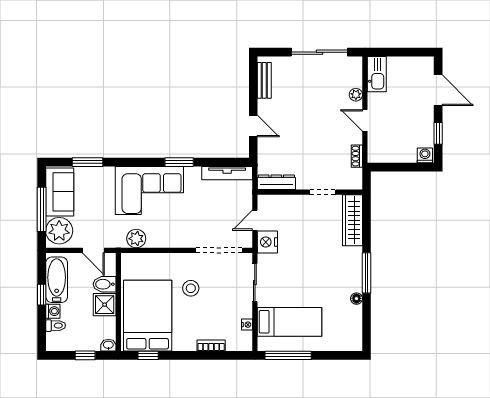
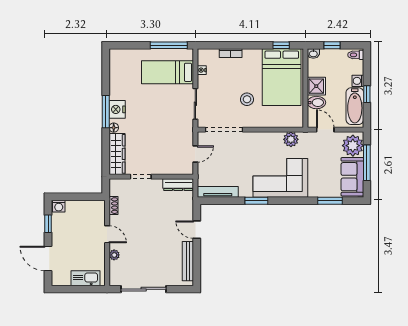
kitchen sink: (377, 74) -> (85, 278), moved, turned 90
bench: (264, 80) -> (188, 261), width x1.36
nightstand: (267, 242) -> (117, 109), moved, turned 180
floor lamp: (356, 299) -> (114, 128), moved
toilet: (56, 326) -> (356, 55), moved

